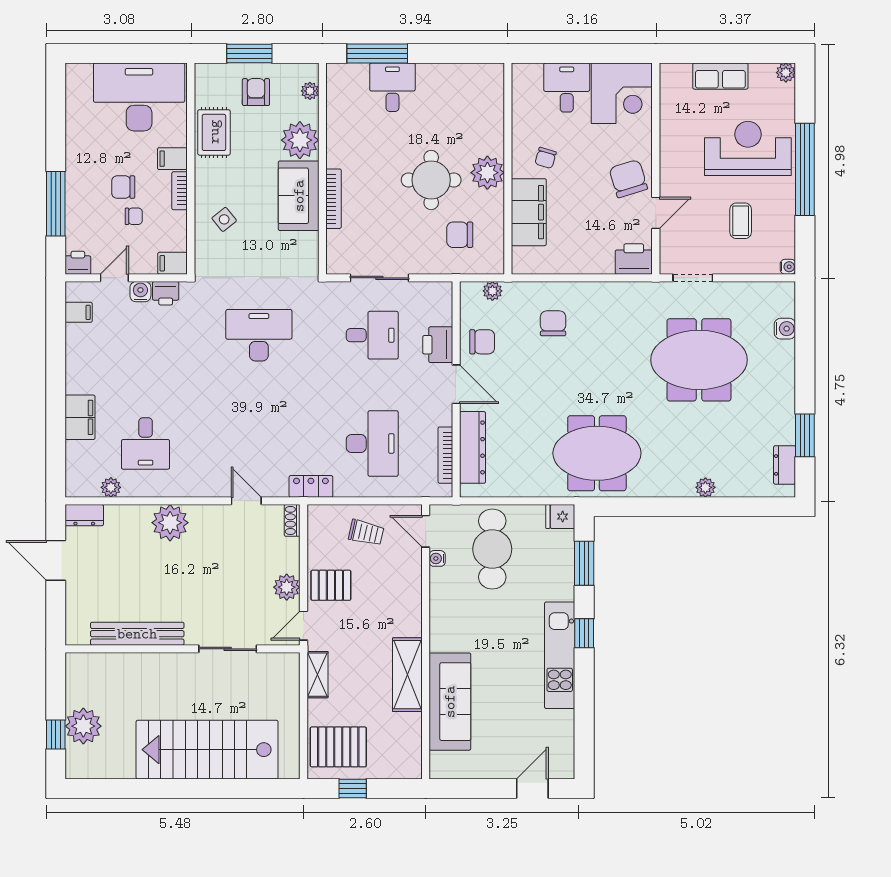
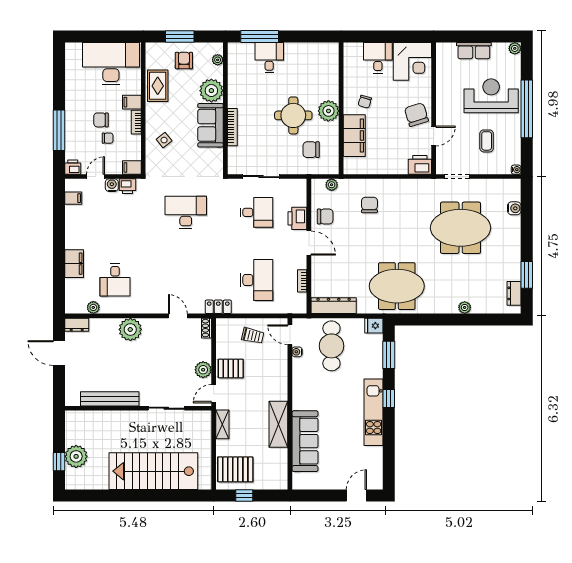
dresser: (473, 447) -> (334, 306), moved, turned -90
bookcase: (445, 455) -> (302, 281), width x0.64

